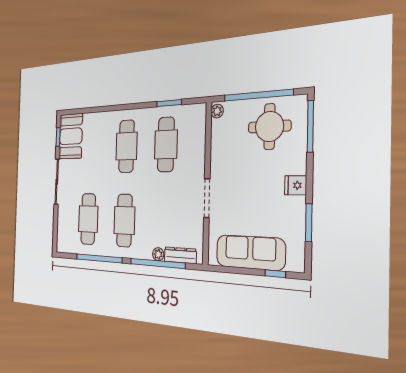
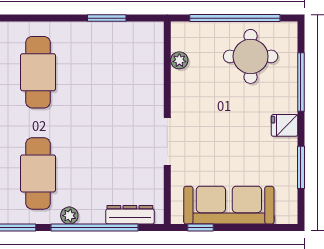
plant: (217, 111) -> (179, 60), moved
window: (310, 126) -> (301, 82), moved
cafe table: (166, 144) -> (103, 72), removed
plant: (158, 254) -> (69, 216), moved
window: (275, 274) -> (201, 228), moved

